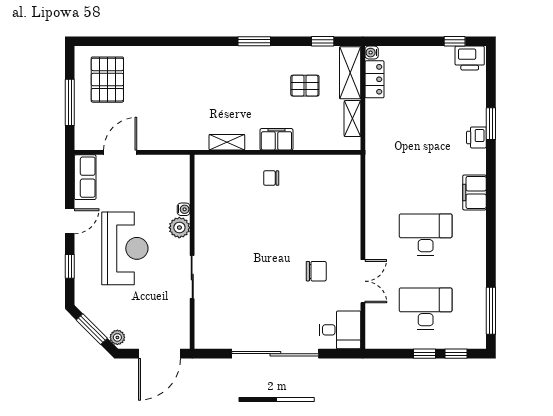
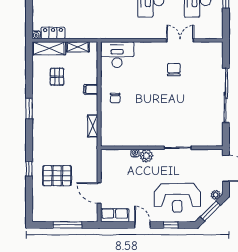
window: (323, 41) -> (29, 169), moved
pallet: (107, 80) -> (57, 176), moved
filing cabinet: (276, 139) -> (91, 90), width x0.50
reception desk: (125, 248) -> (177, 198), moved, turned 180
desk: (340, 330) -> (117, 55), moved, width x1.37

